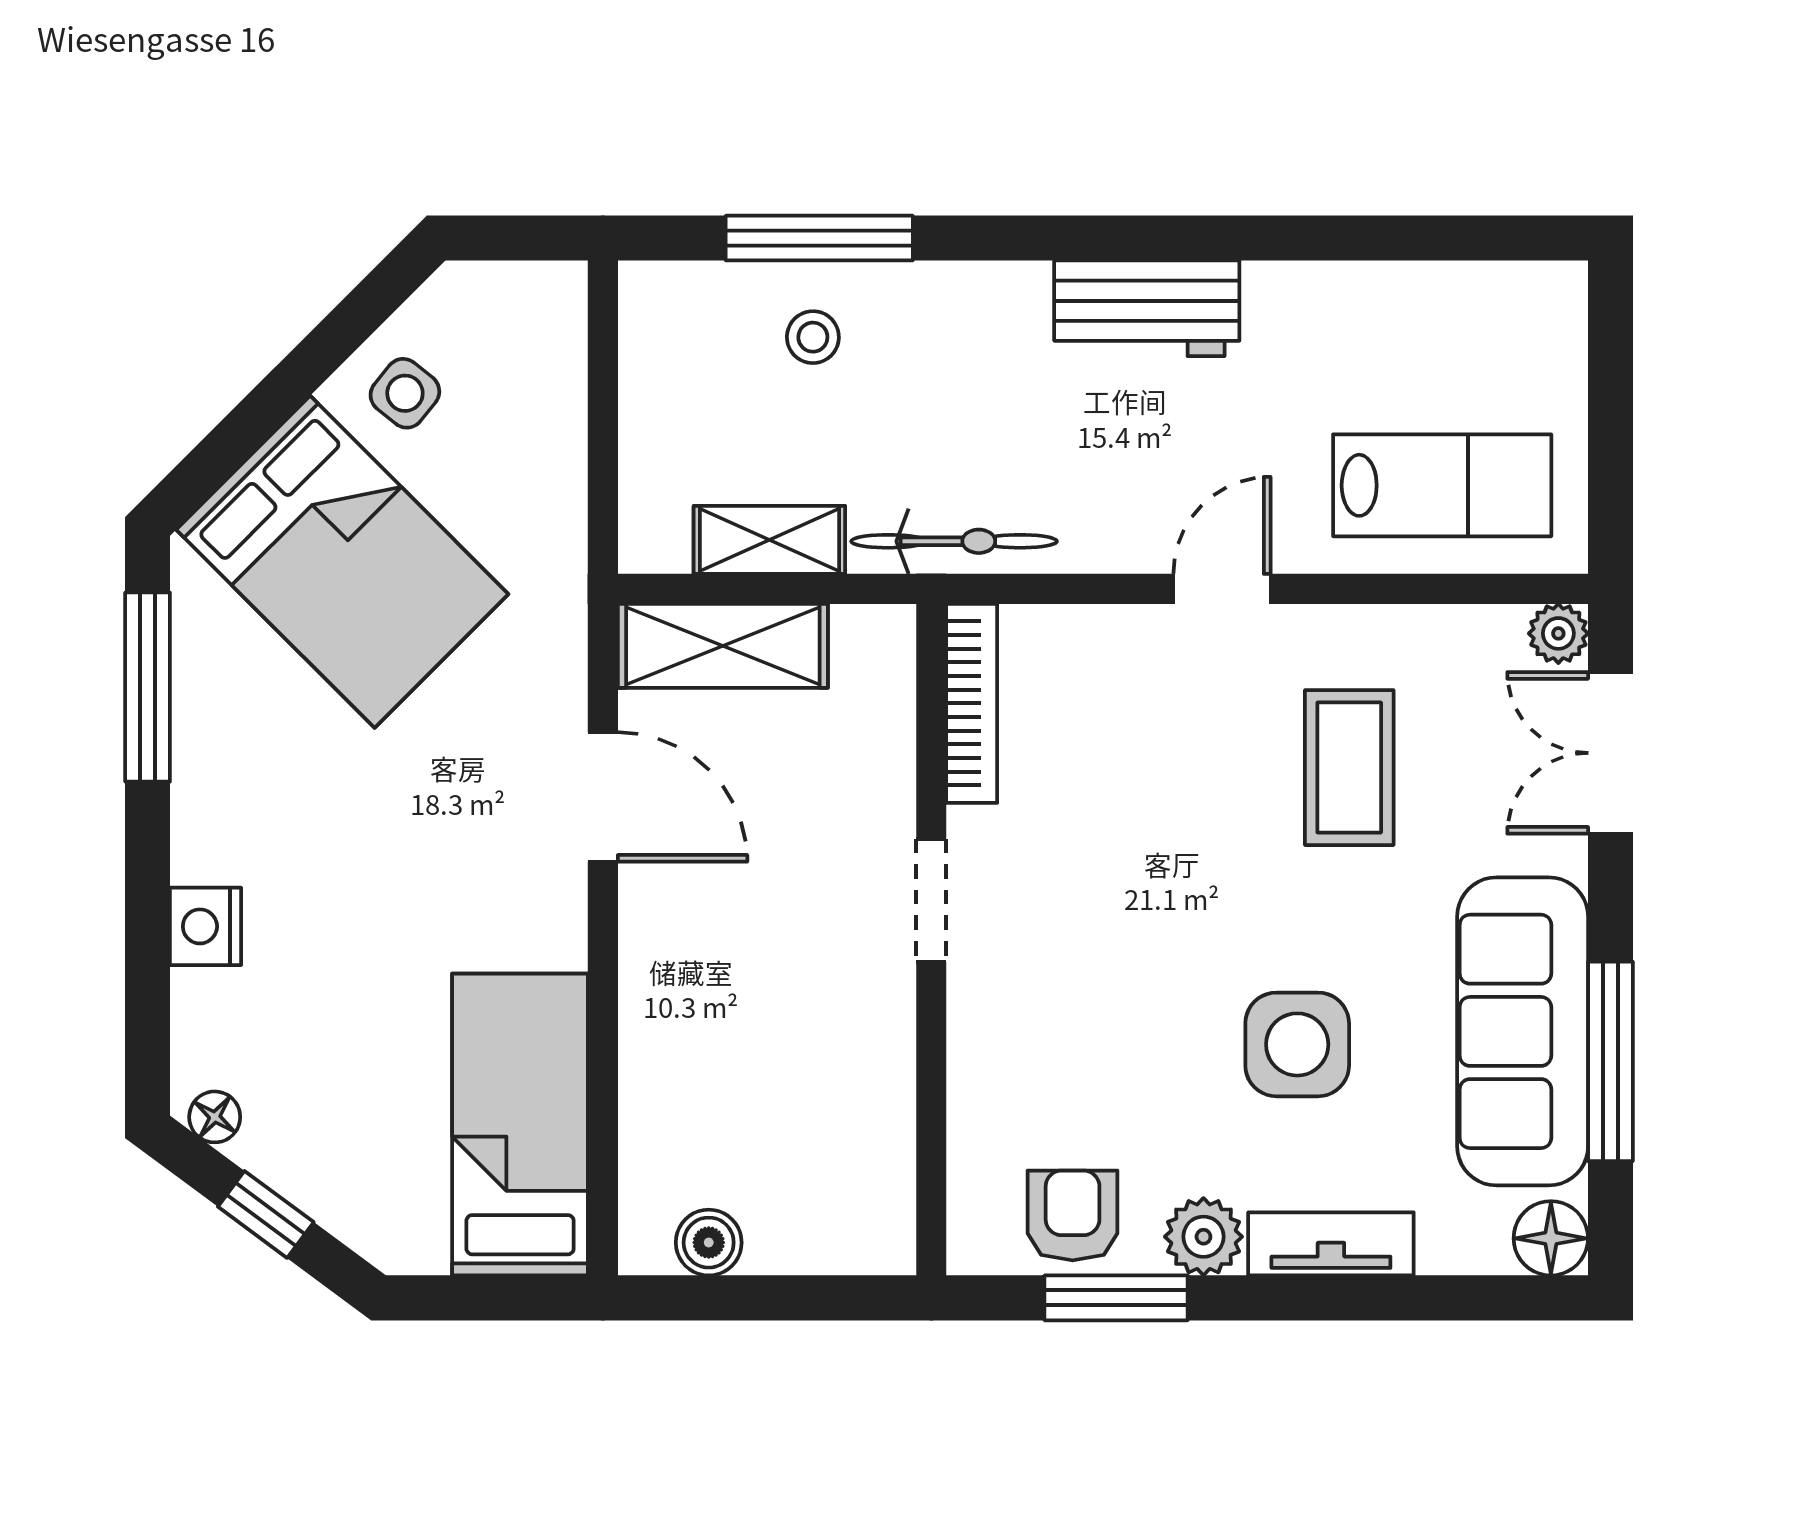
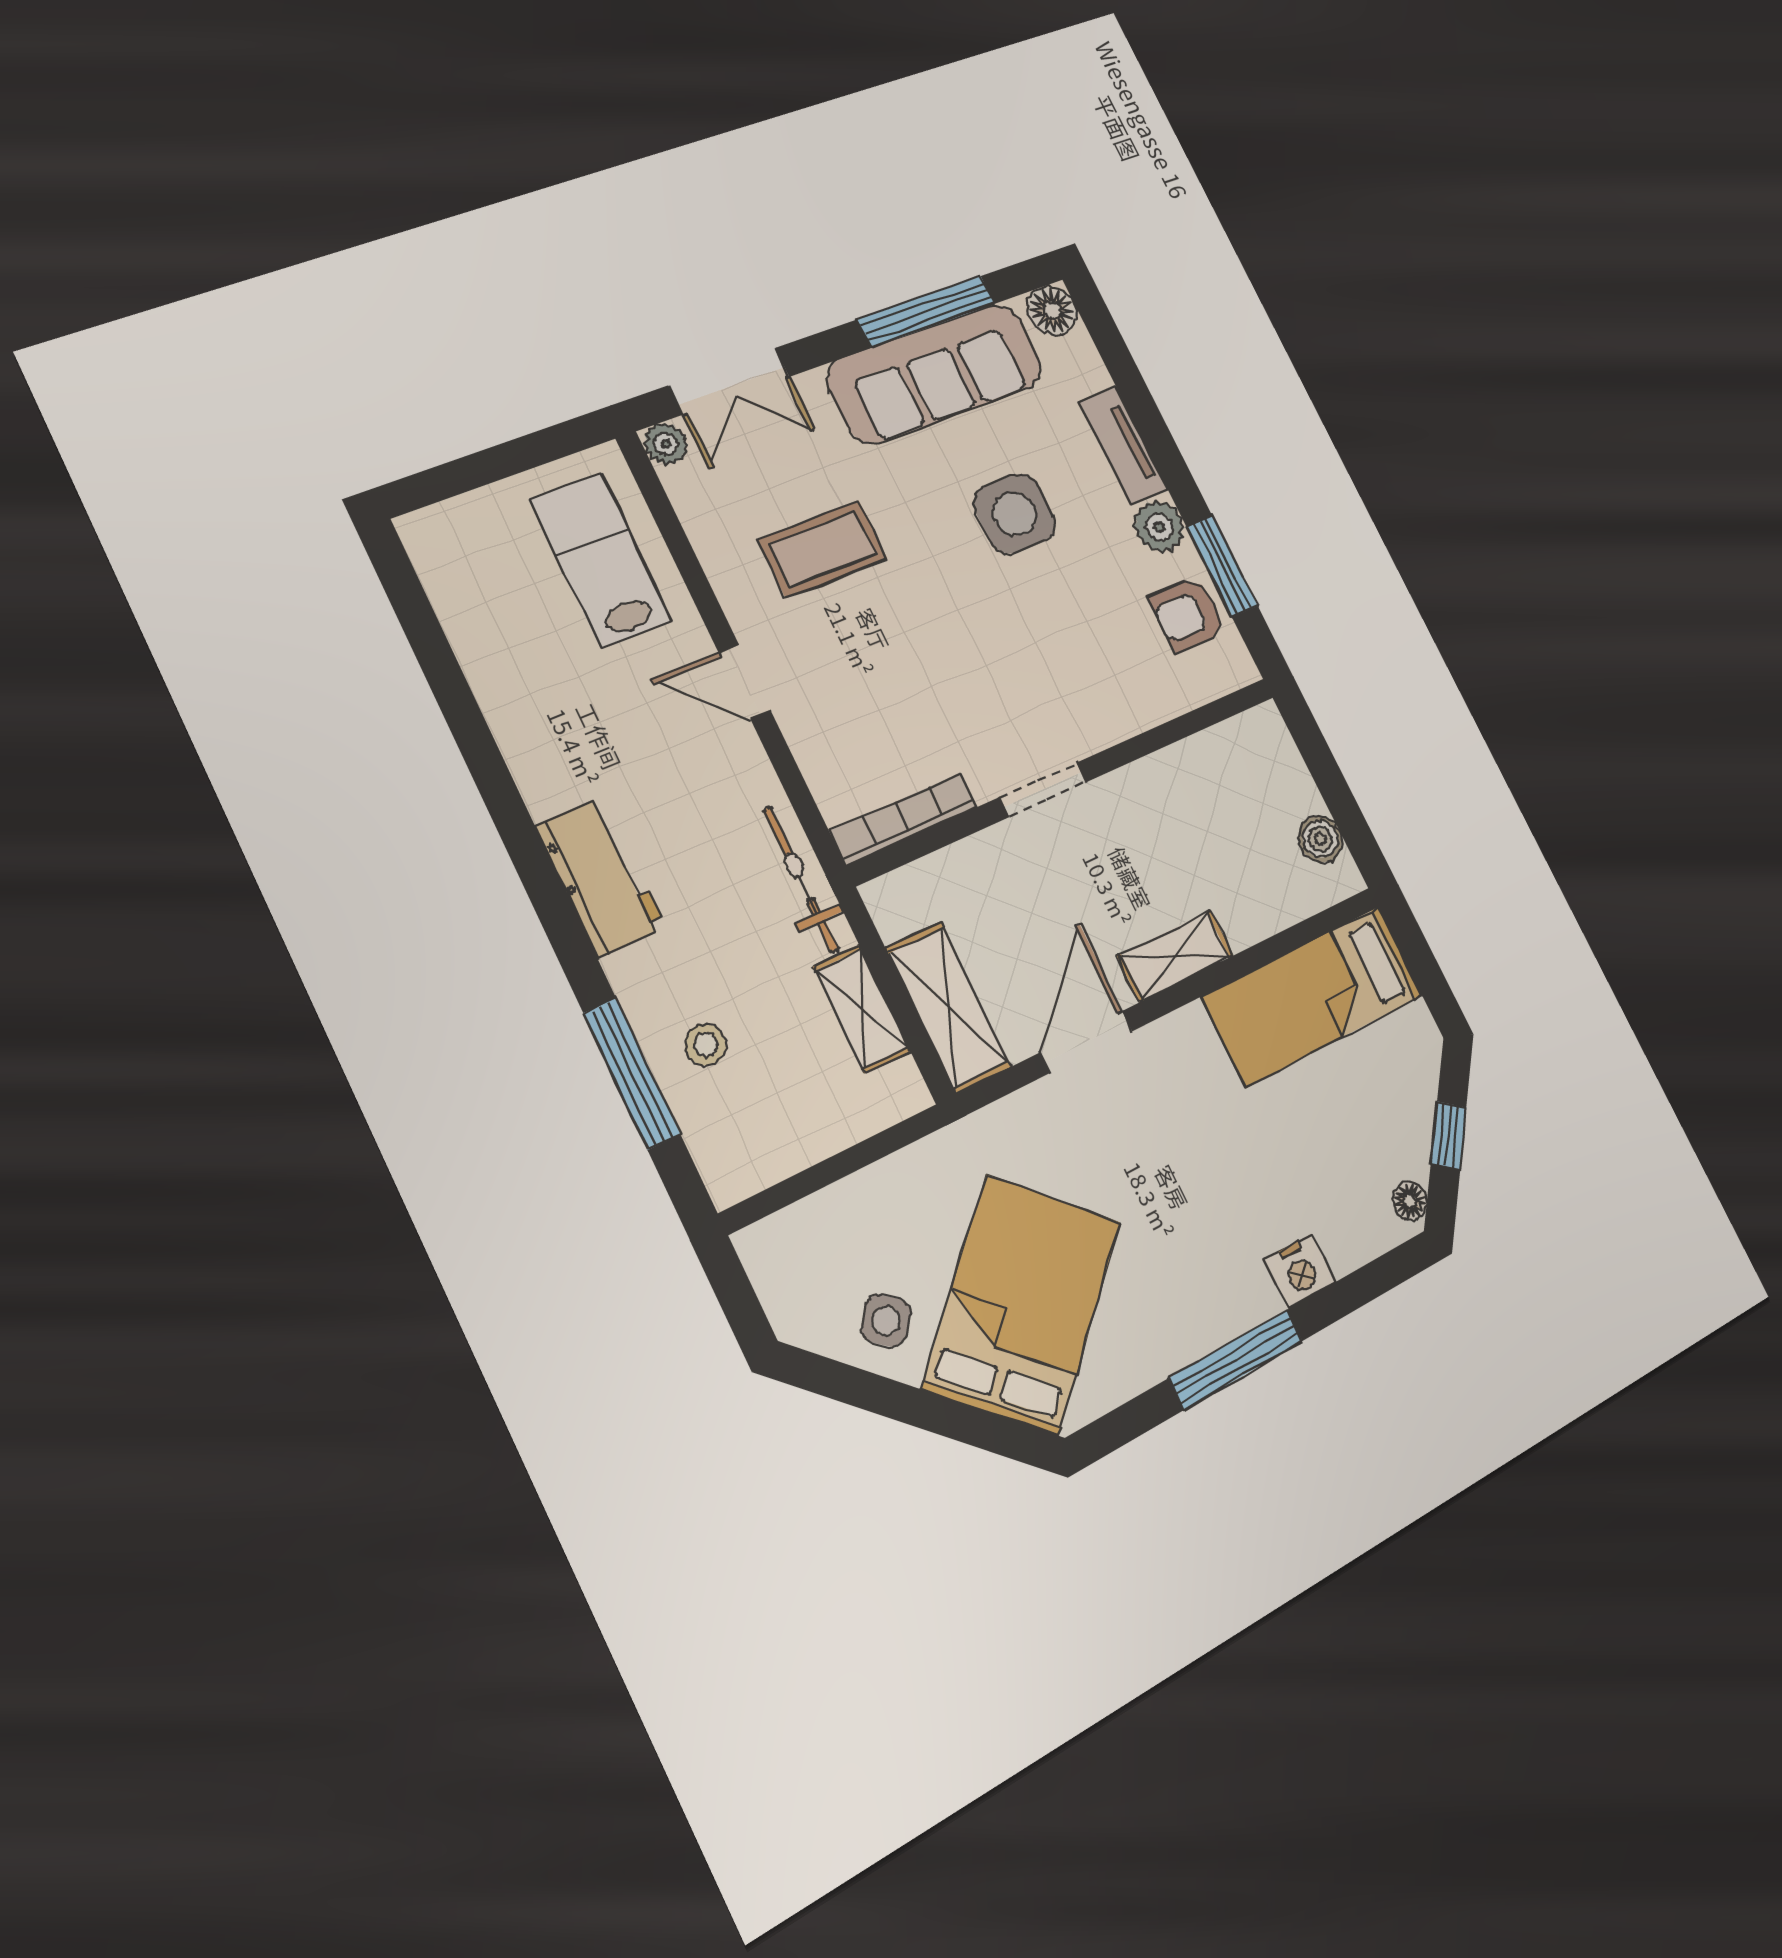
workbench: (1147, 308) -> (601, 877), moved
window: (148, 687) -> (1236, 1359), moved
shelving: (652, 966) -> (1175, 956), added

